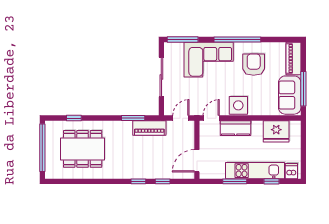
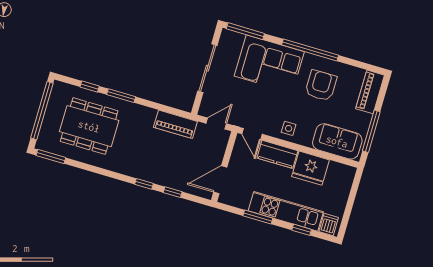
sofa: (290, 95) -> (337, 141), moved, turned 90
side table: (238, 105) -> (289, 128), width x0.54, depth x0.54
window: (133, 118) -> (121, 96), moved
door: (211, 118) -> (252, 134), swing flipped
fridge: (276, 131) -> (310, 168), moved
window: (60, 181) -> (51, 157), added

